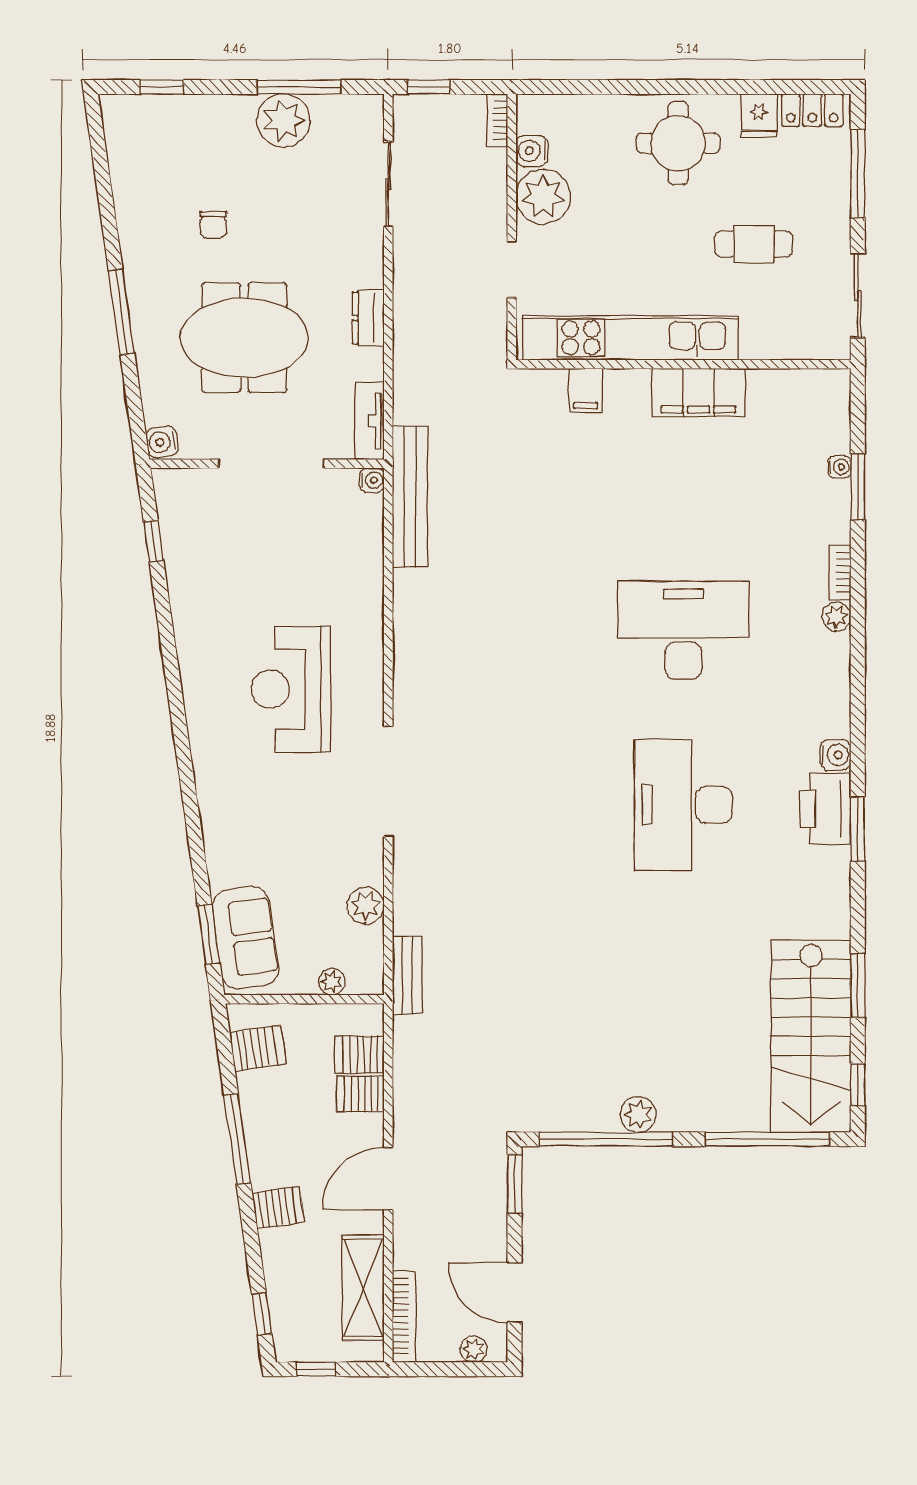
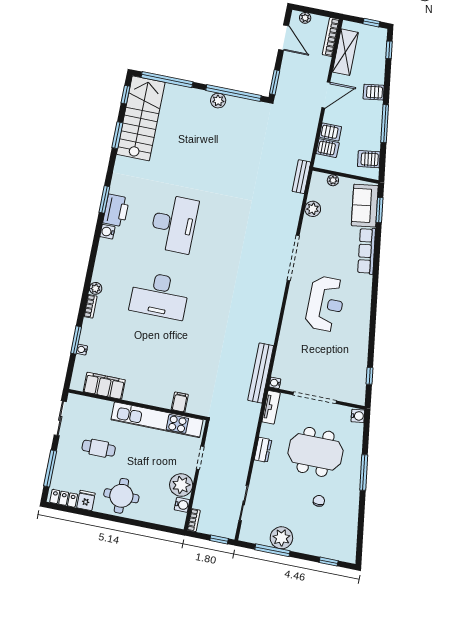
filing cabinet: (698, 393) -> (104, 386), moved
row of seats: (219, 832) -> (367, 251), added

